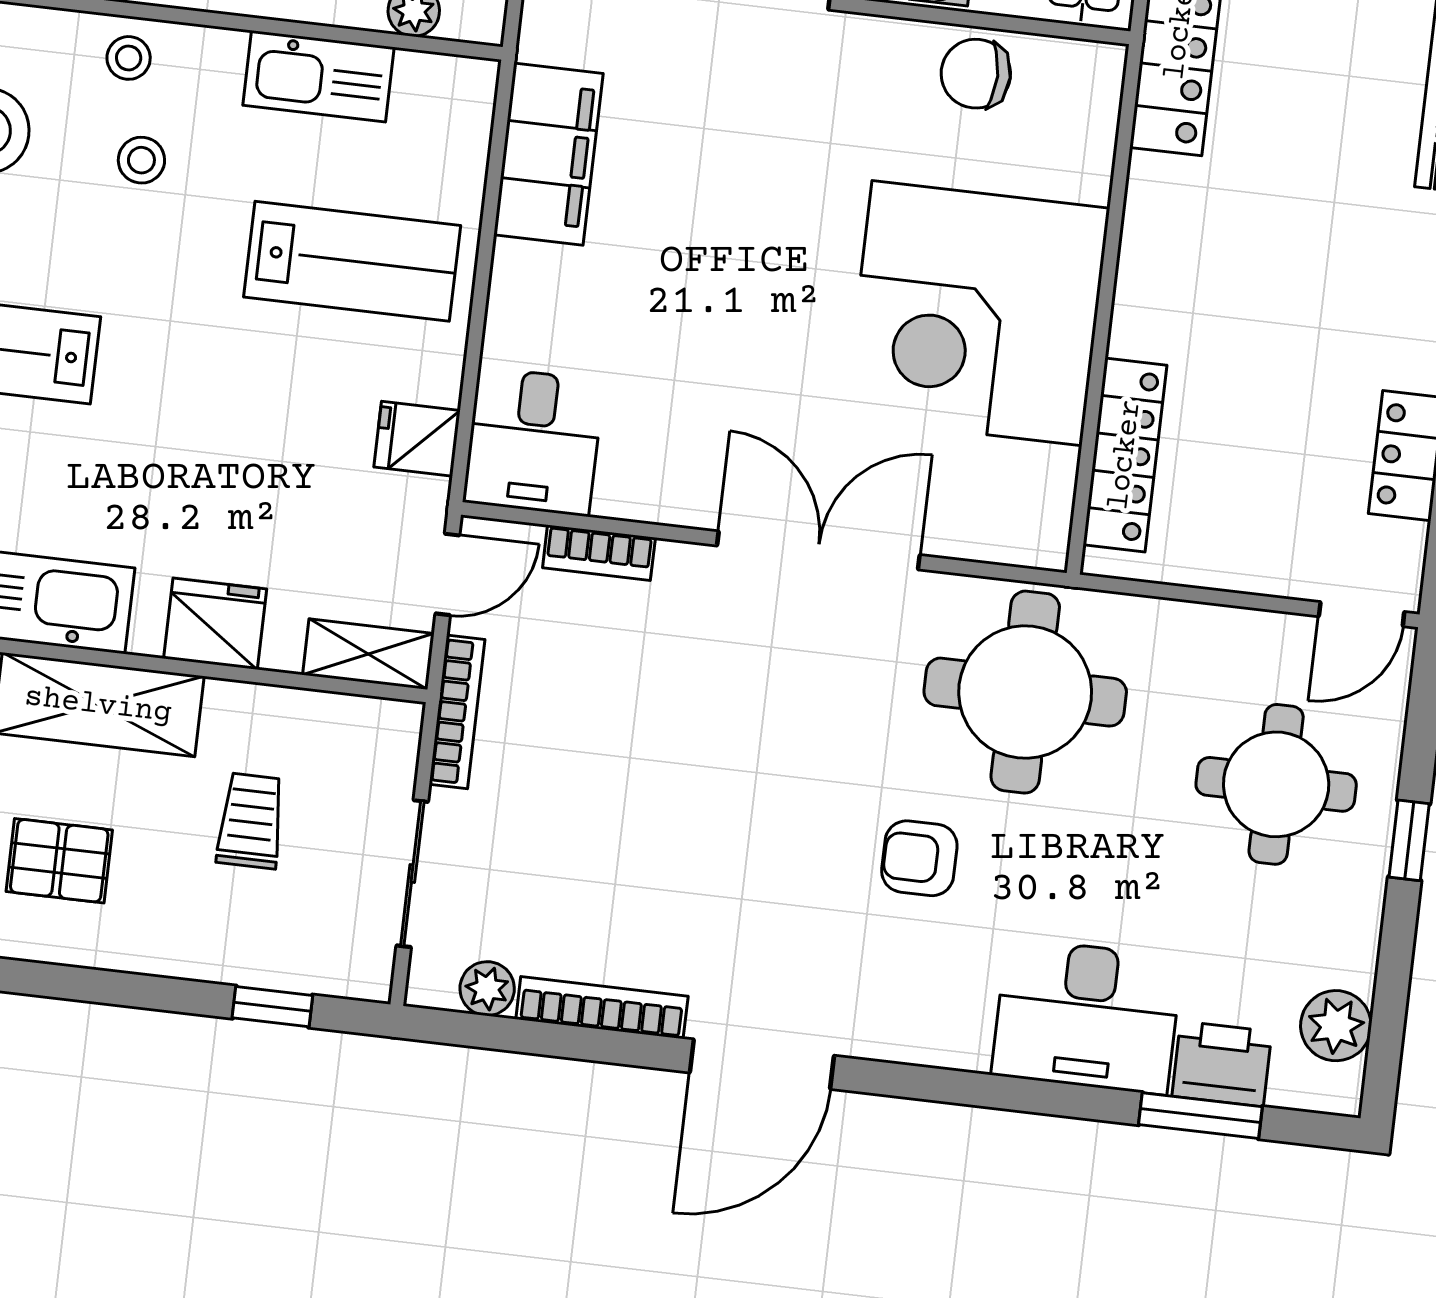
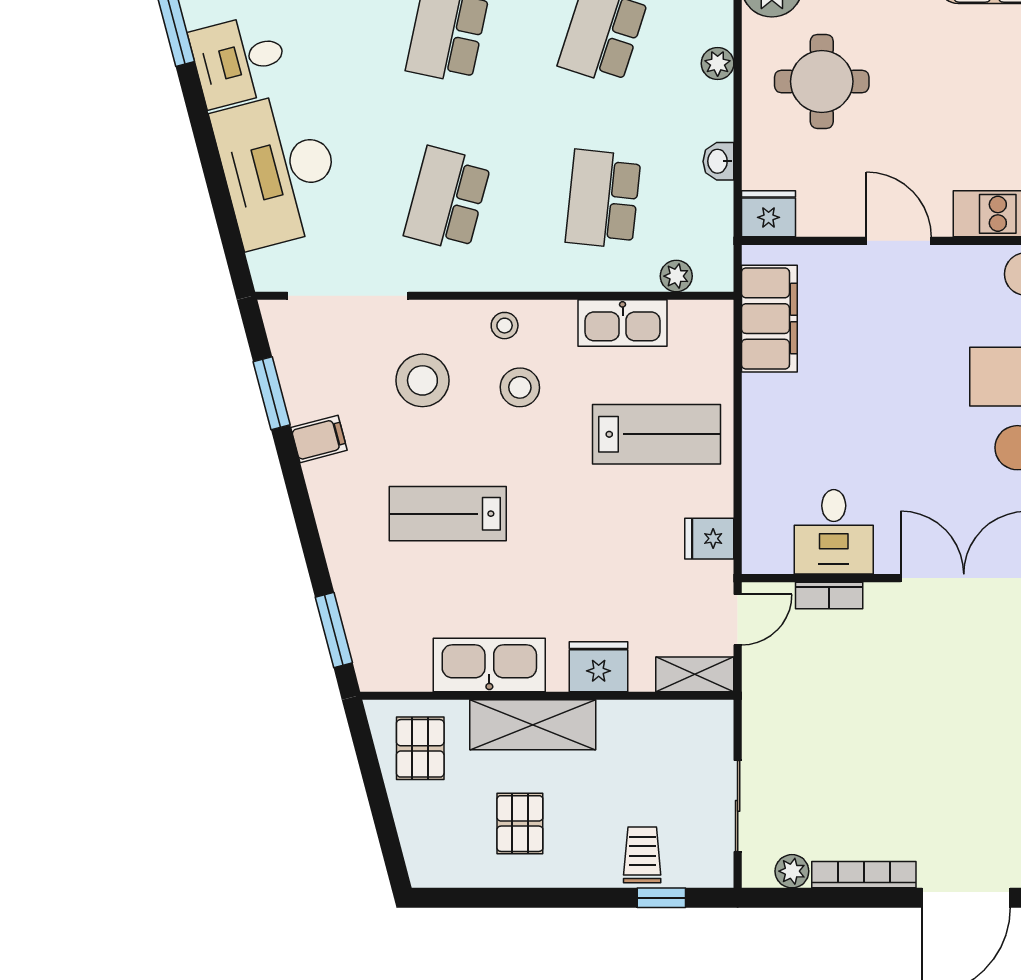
filing cabinet: (548, 154) -> (769, 319), moved
stool: (141, 160) -> (520, 387), width x1.37, depth x1.37
desk: (533, 441) -> (834, 532), moved
bookcase: (457, 712) -> (753, 703), removed
trolley: (251, 821) -> (642, 855), moved
pallet: (59, 861) -> (520, 824), turned 90

